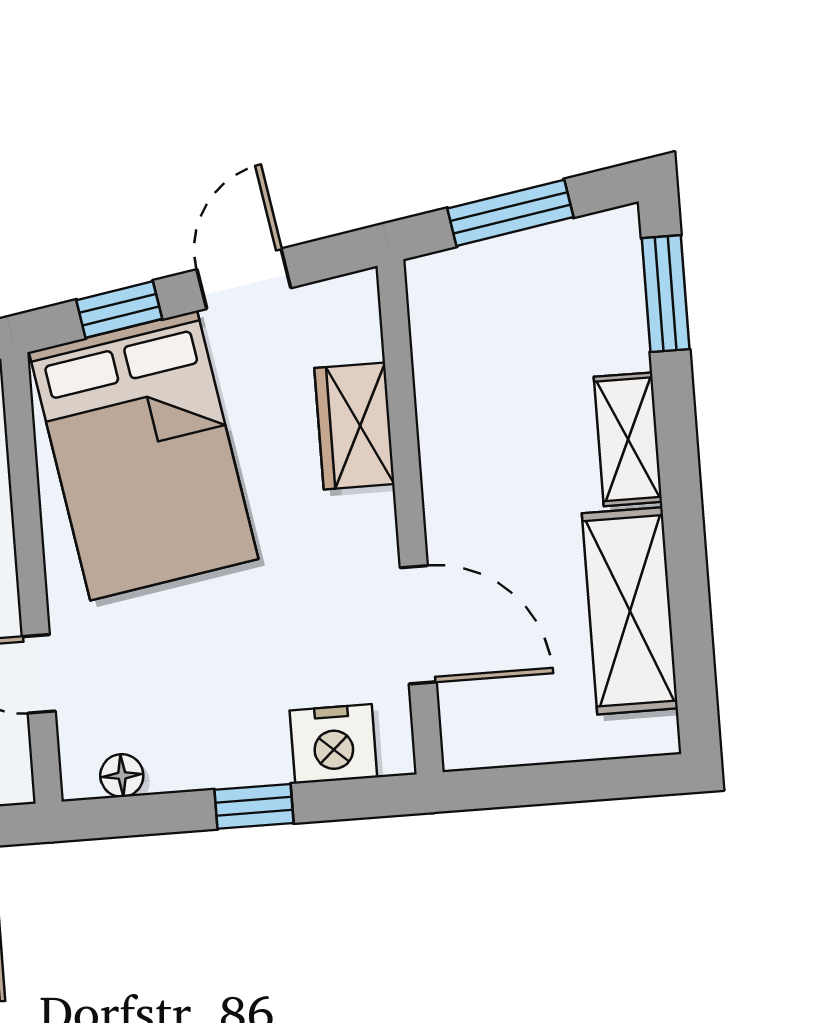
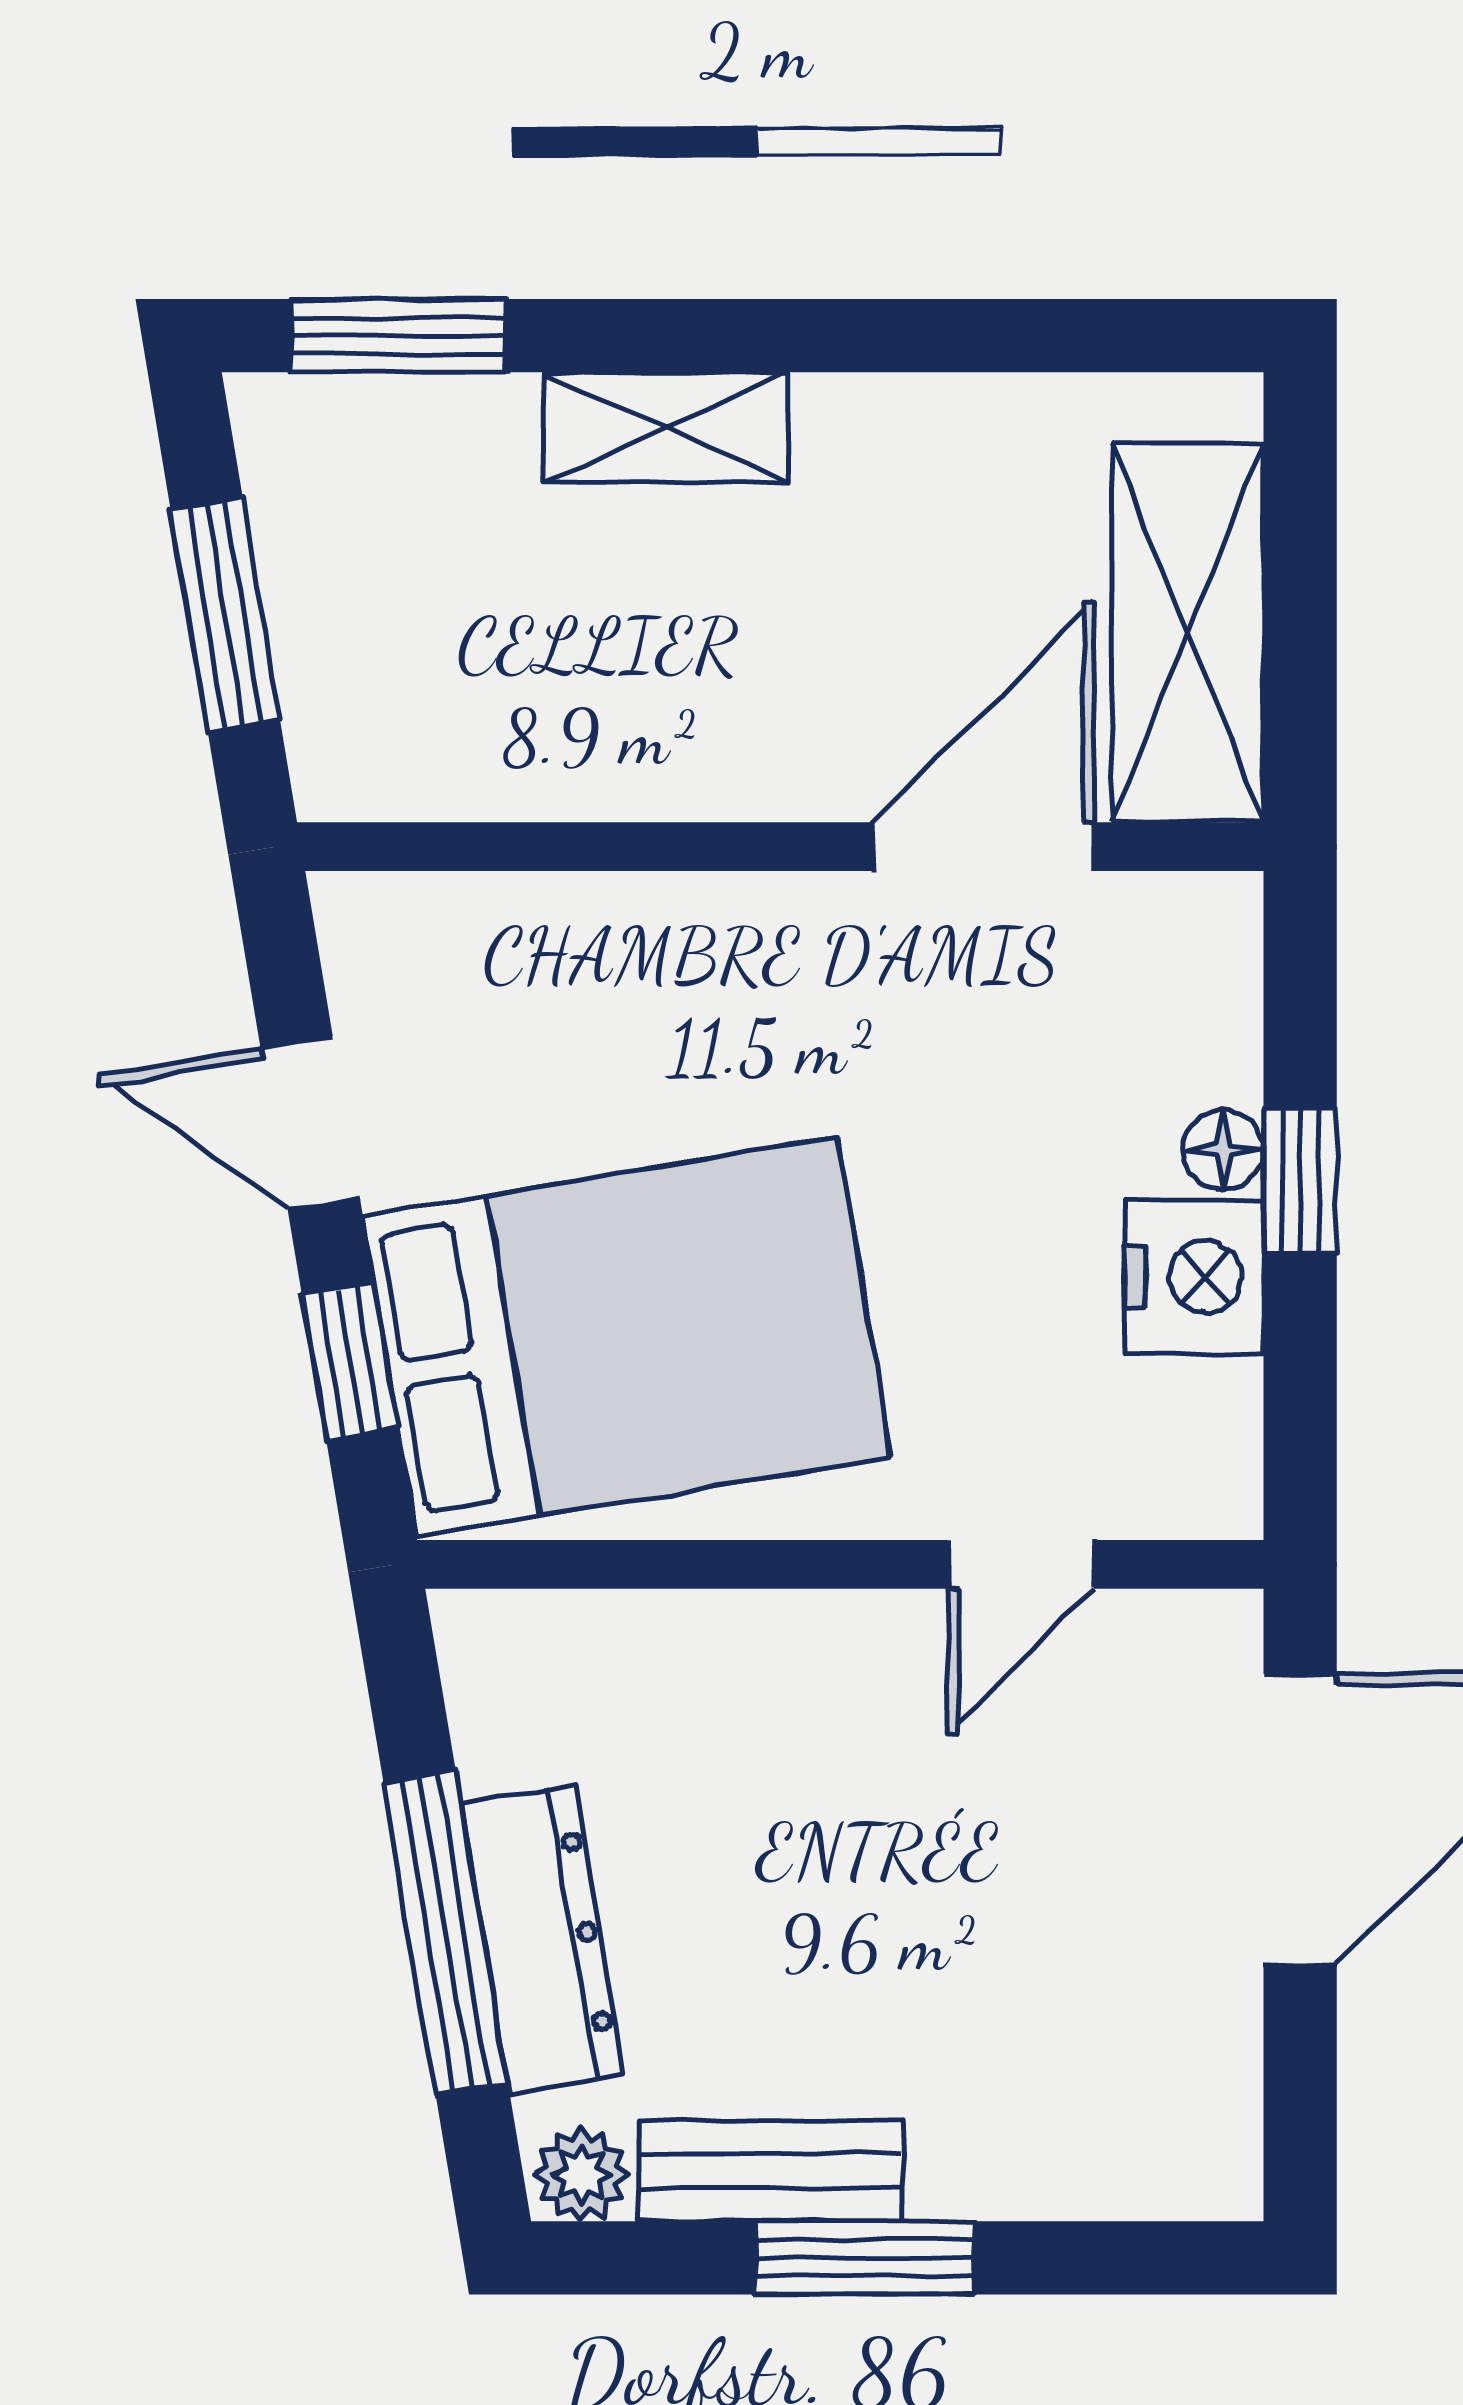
wardrobe: (354, 426) -> (602, 937), removed
shelving: (630, 611) -> (1188, 633), moved, turned 90
nightstand: (333, 744) -> (1194, 1277), moved
floor lamp: (122, 776) -> (1223, 1150), moved

